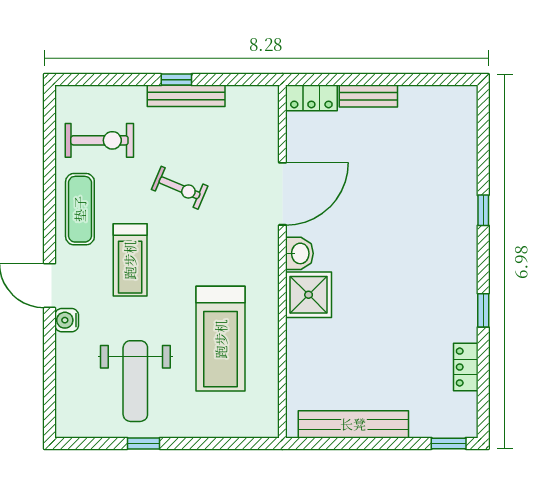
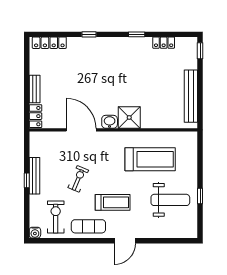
locker: (466, 127) -> (49, 43), added
water cooler: (67, 320) -> (35, 233), moved

